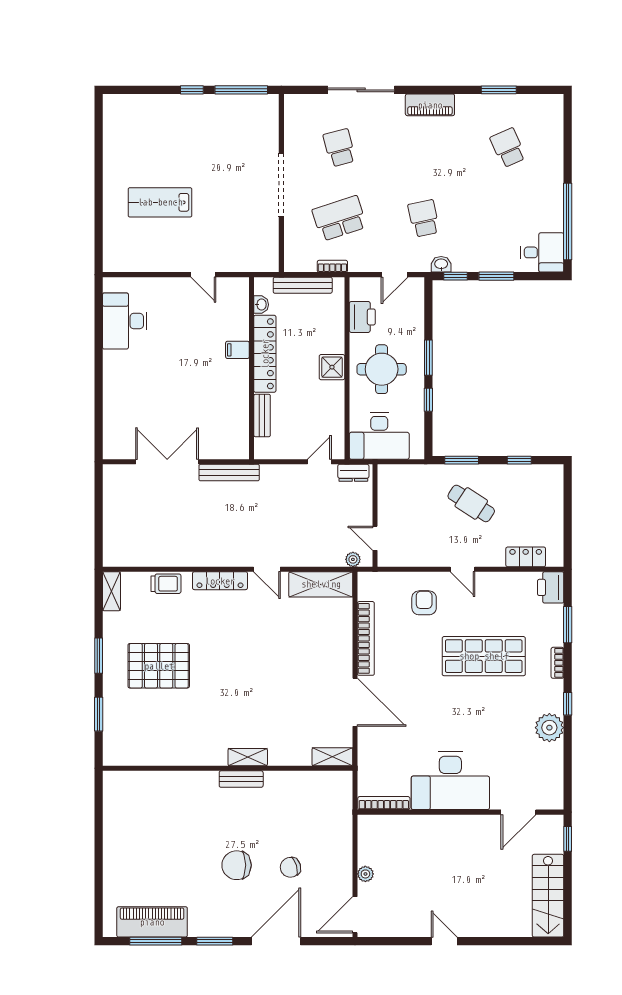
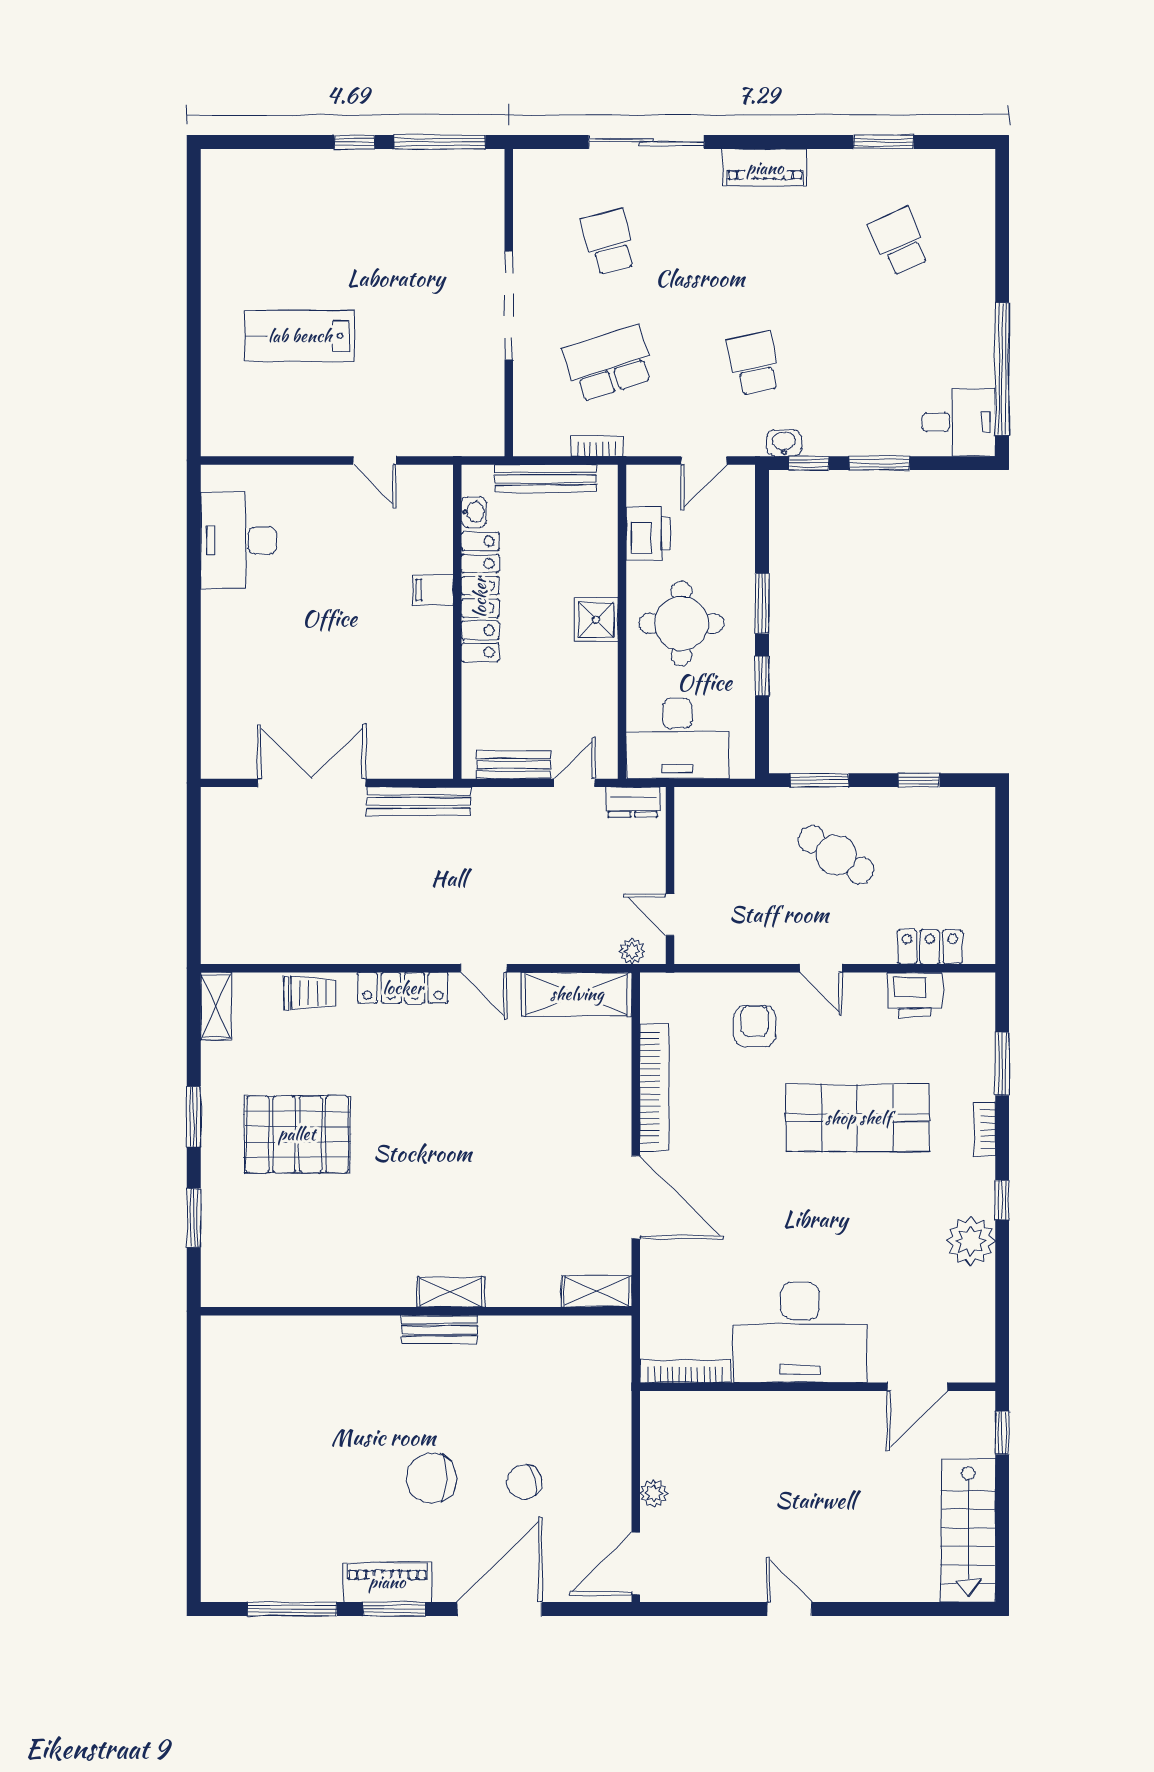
bench: (262, 415) -> (513, 765), moved, turned 90
printer: (551, 587) -> (915, 995), moved, turned -90
piano: (152, 922) -> (387, 1582), moved, width x0.73, depth x0.75

